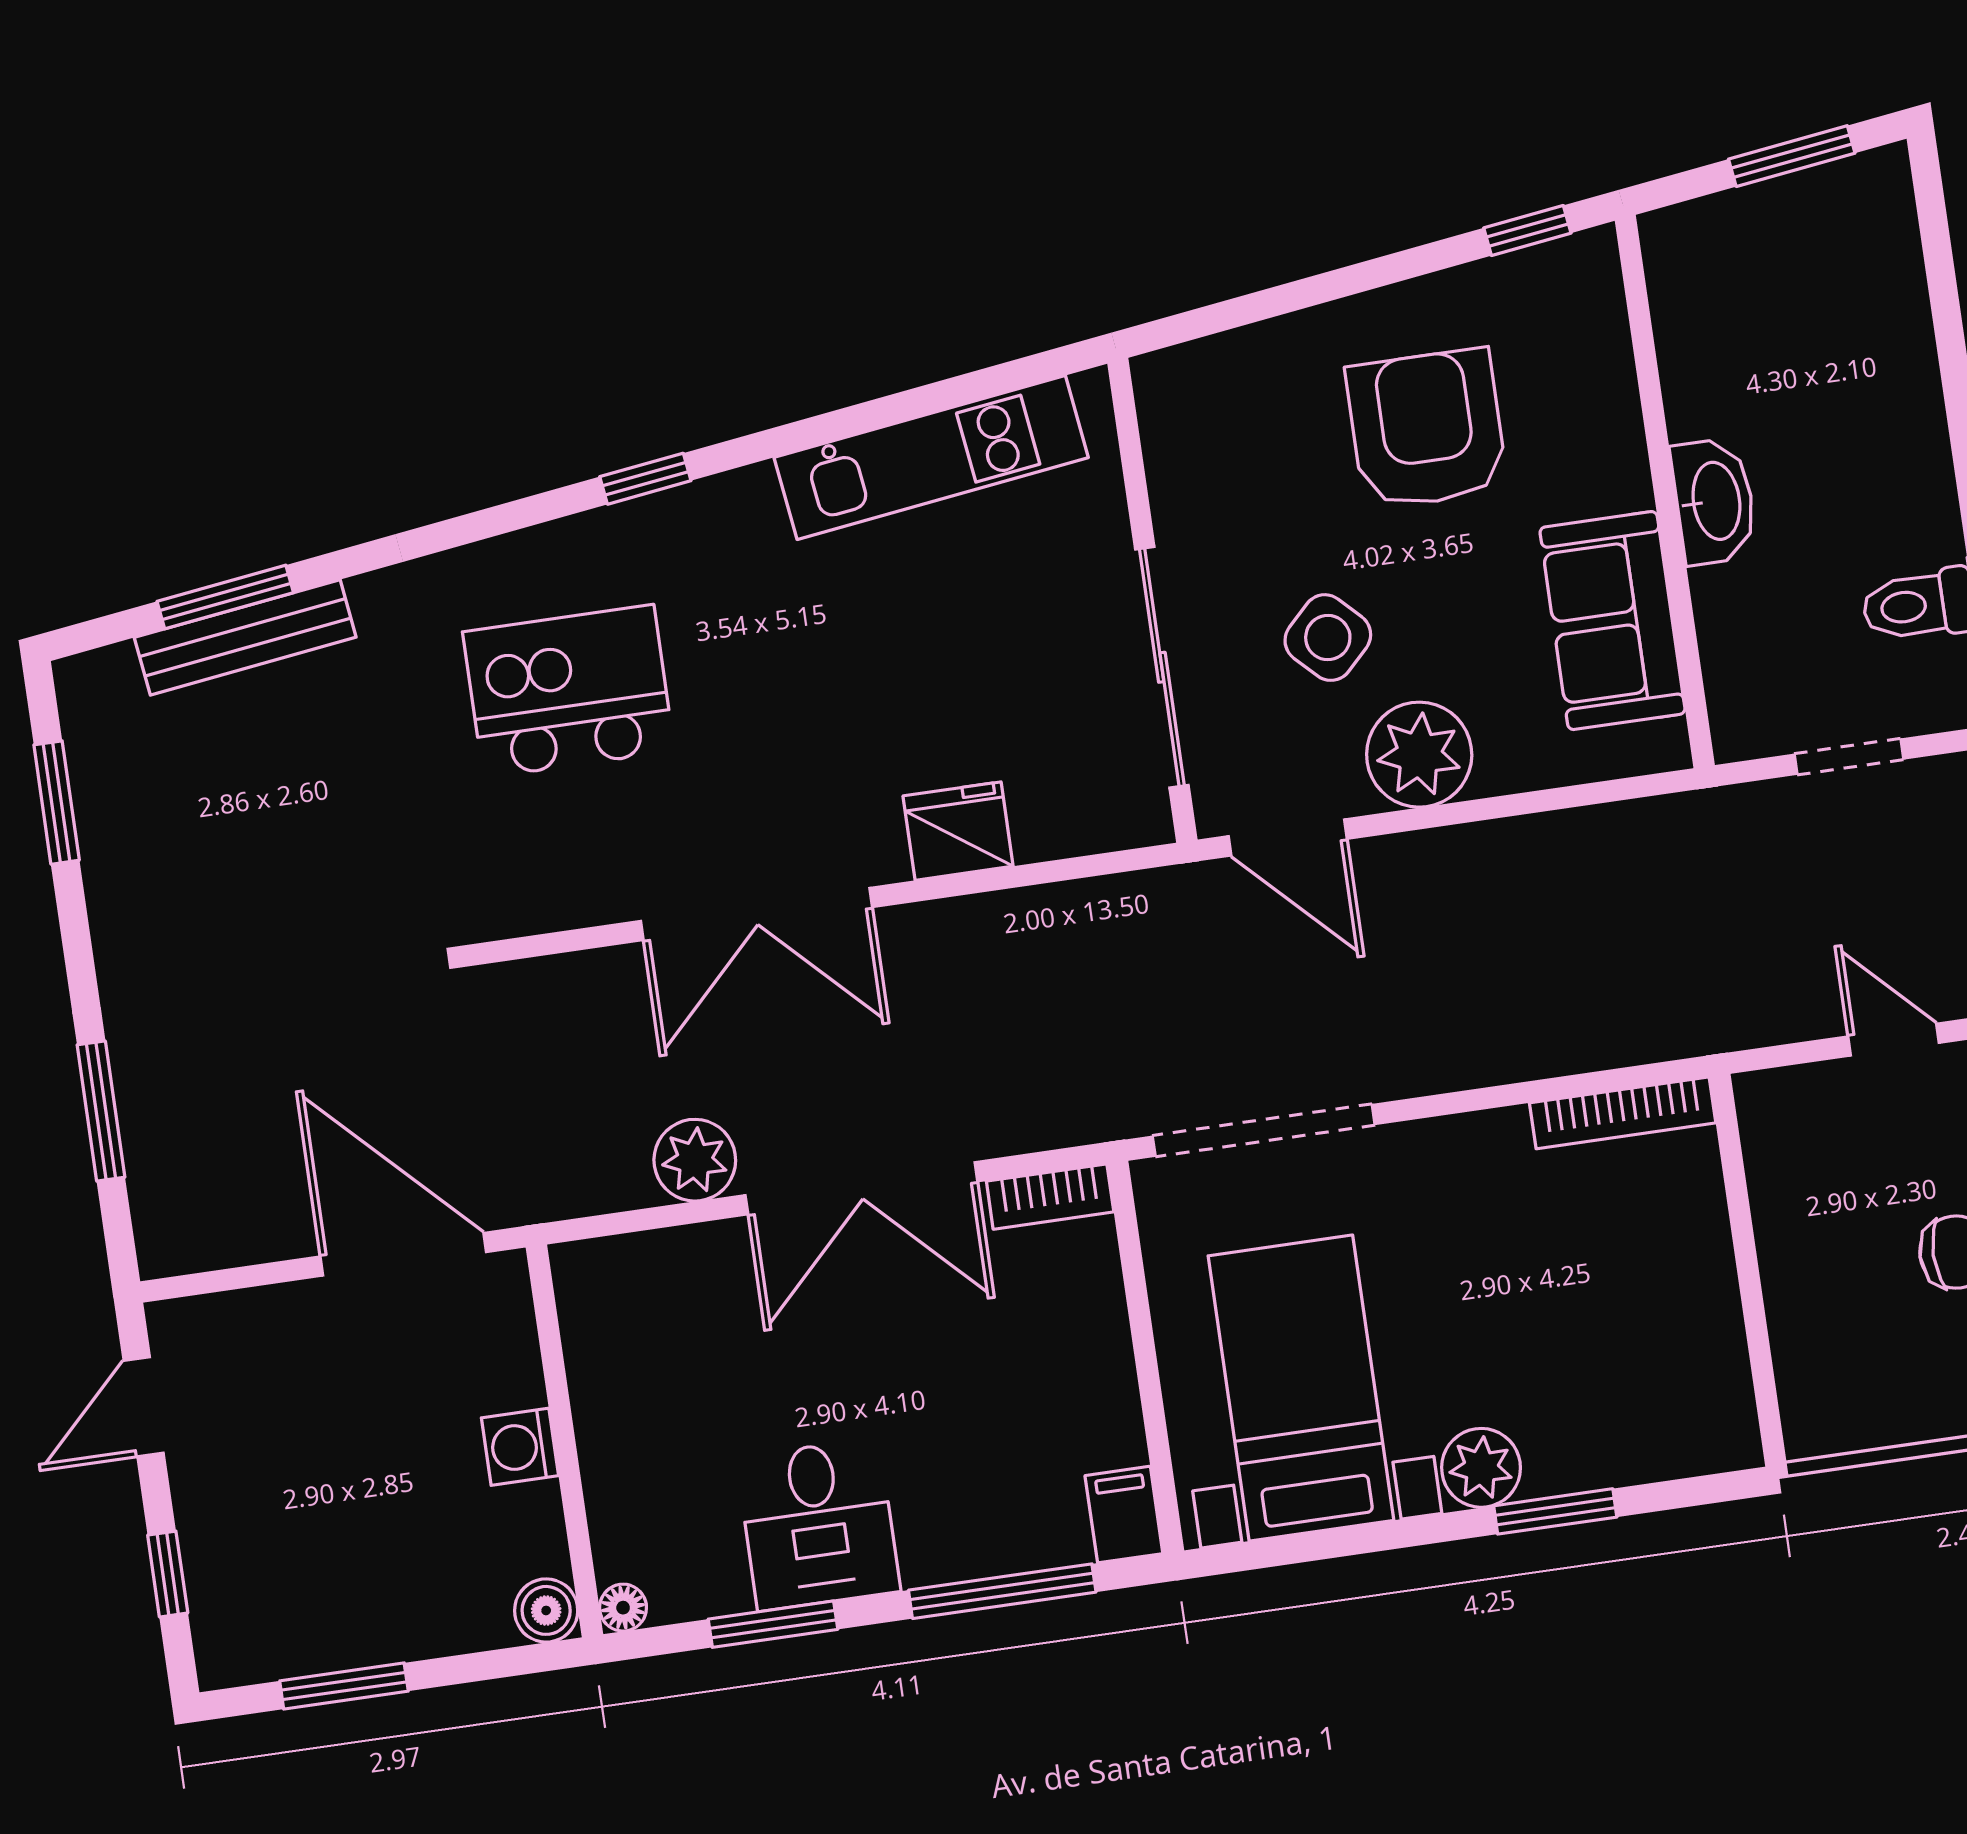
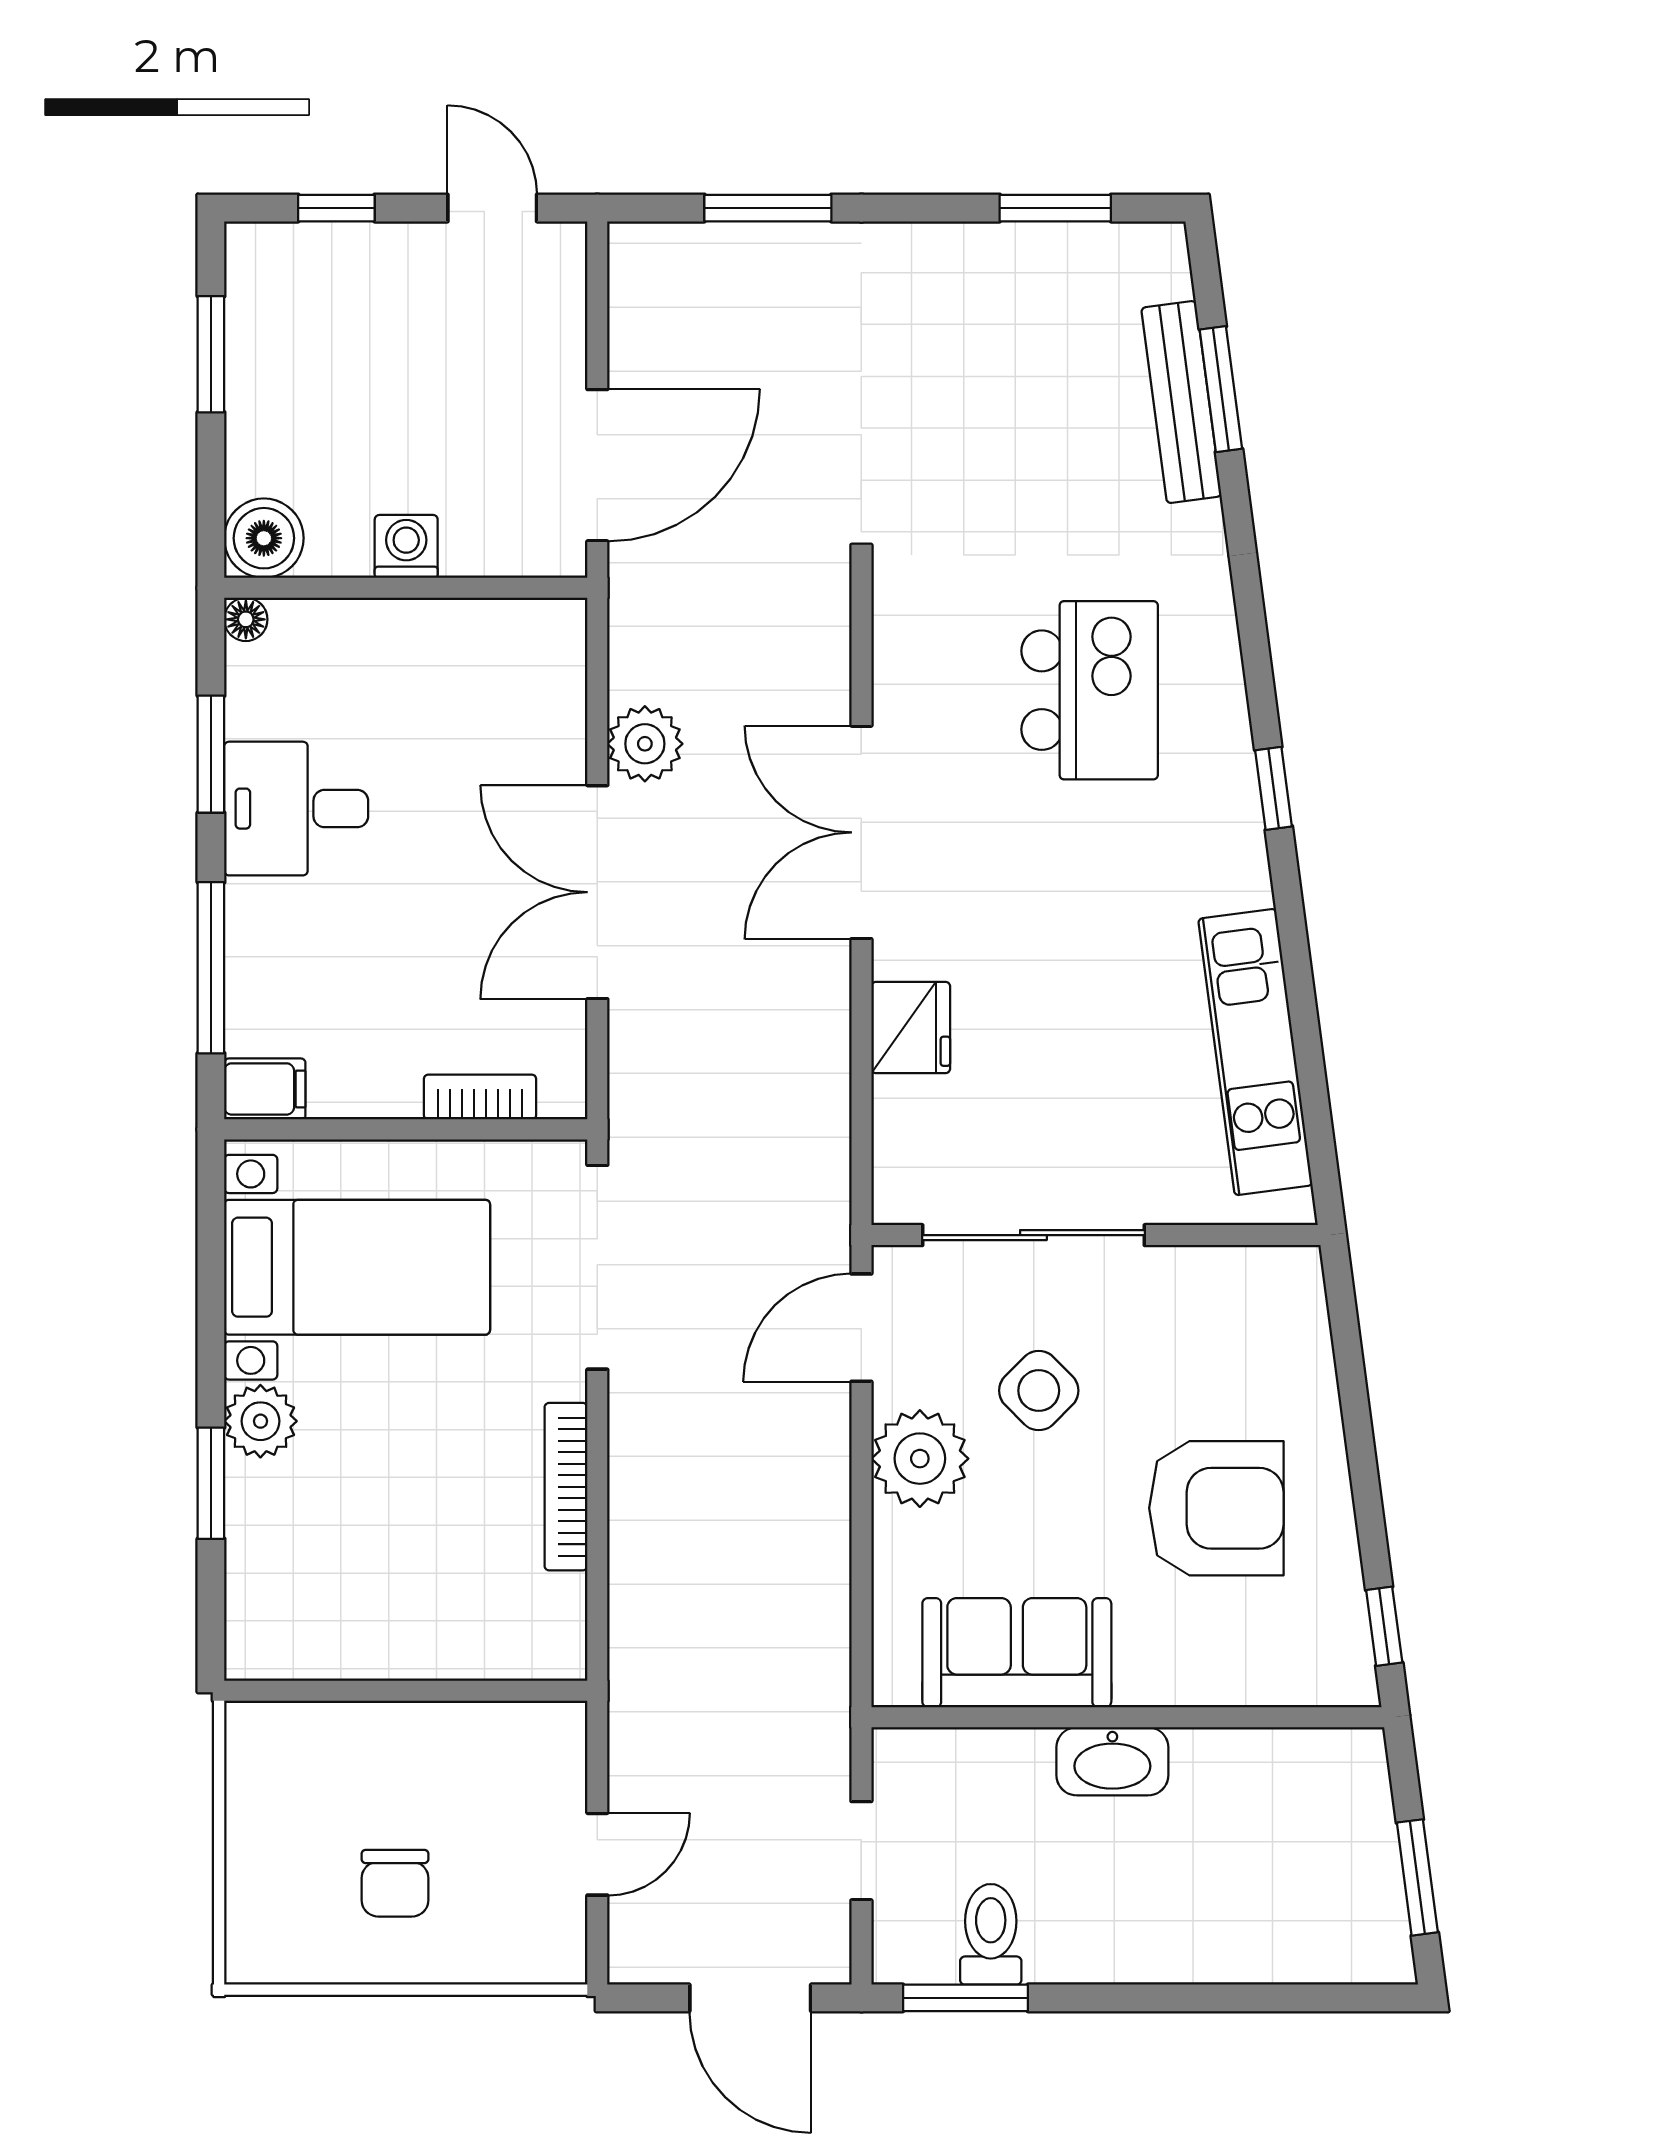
bookcase: (1623, 1113) -> (566, 1487), moved
bookcase: (1050, 1197) -> (480, 1097), moved, turned 90
boiler: (546, 1610) -> (264, 538), width x1.36, depth x1.36

